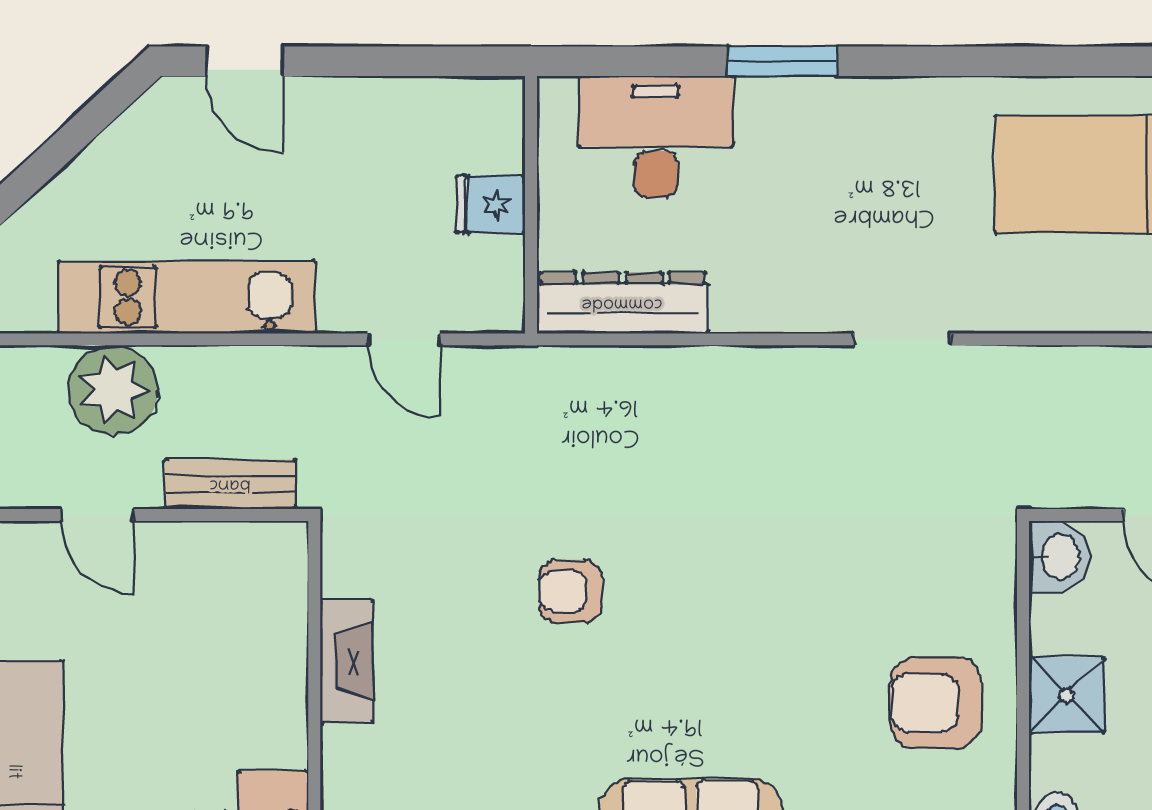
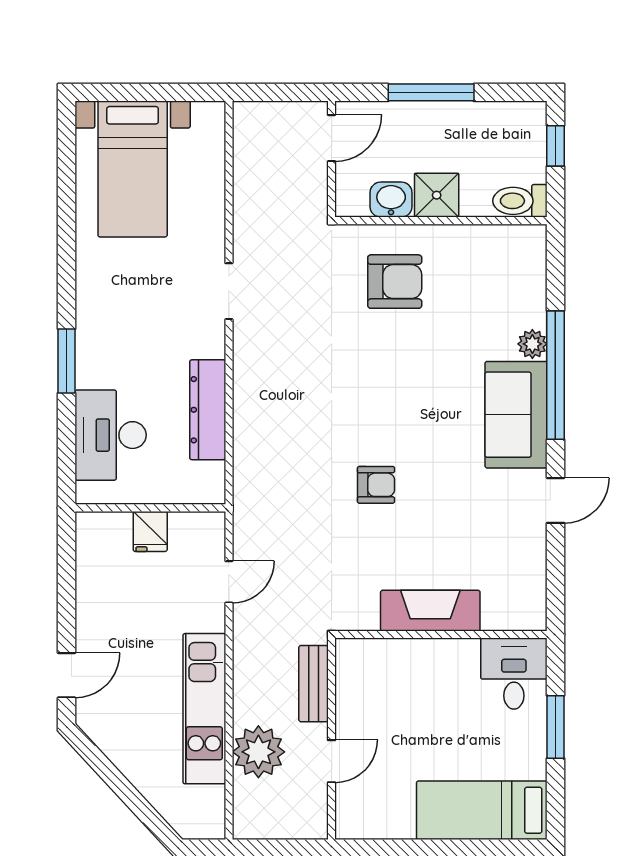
dresser: (622, 303) -> (208, 410), moved
washbasin: (1059, 557) -> (391, 200), moved
armchair: (570, 591) -> (376, 485), turned -90
fireplace: (347, 661) -> (430, 611), width x1.37, depth x1.32
armchair: (936, 703) -> (395, 282), moved, turned -90

